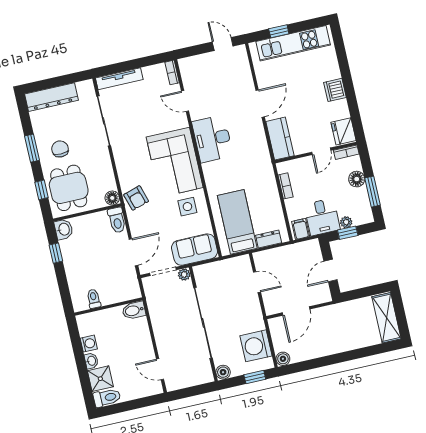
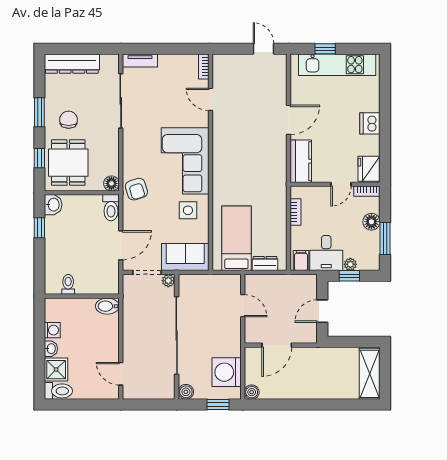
tv unit: (119, 79) -> (140, 60), width x0.71
desk: (212, 139) -> (230, 145), removed

